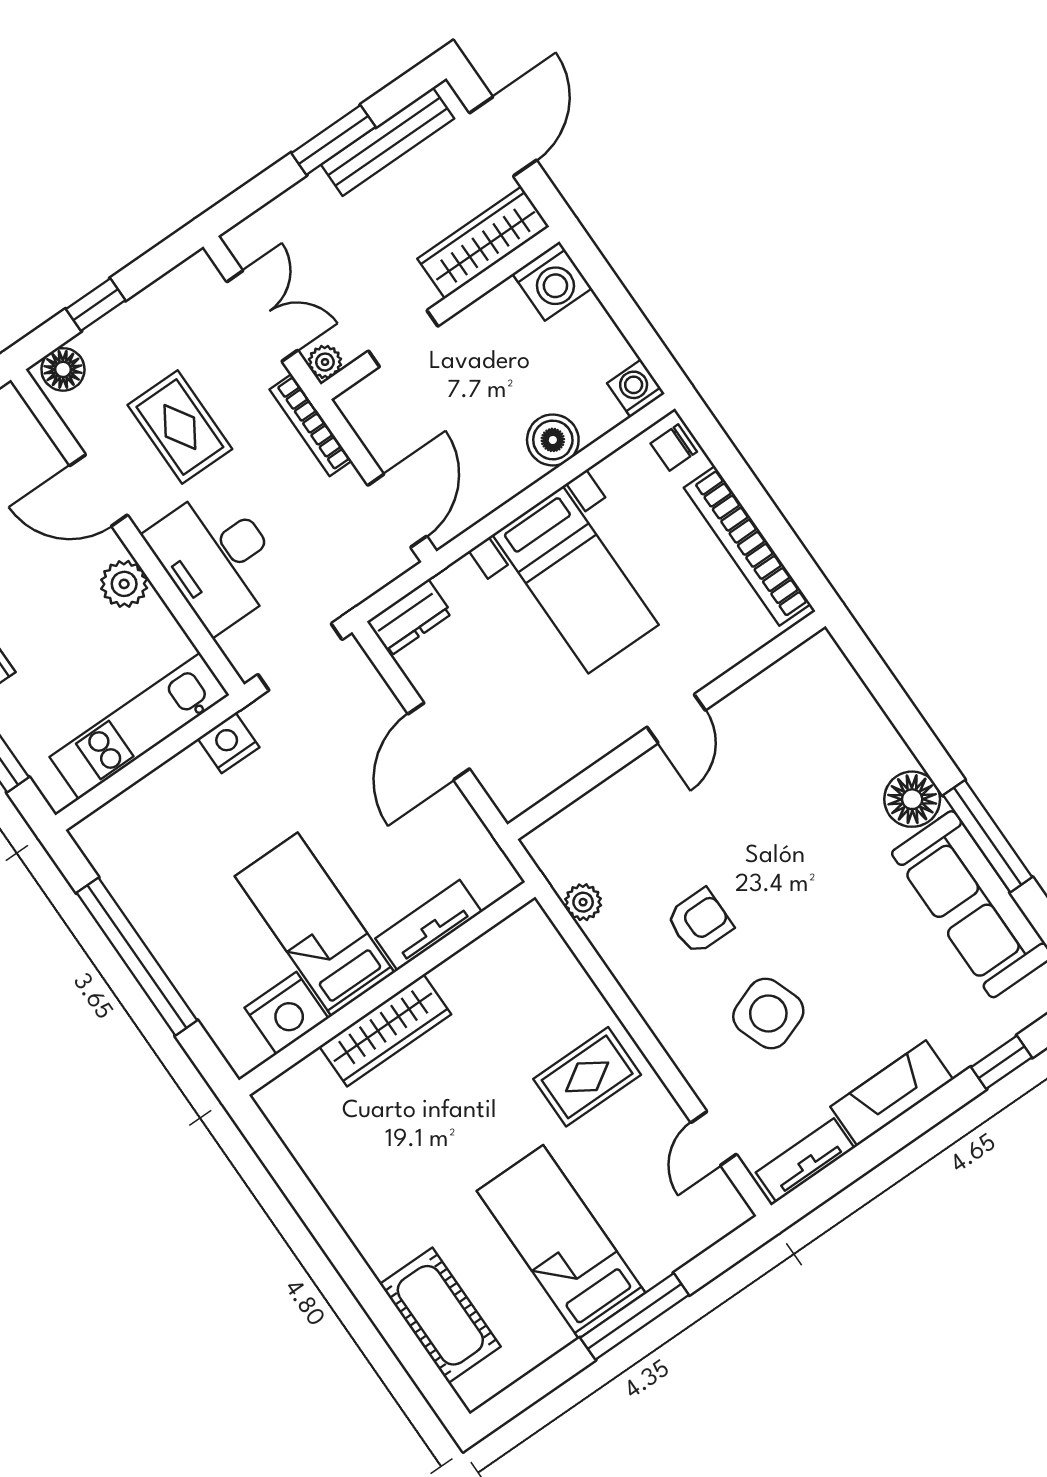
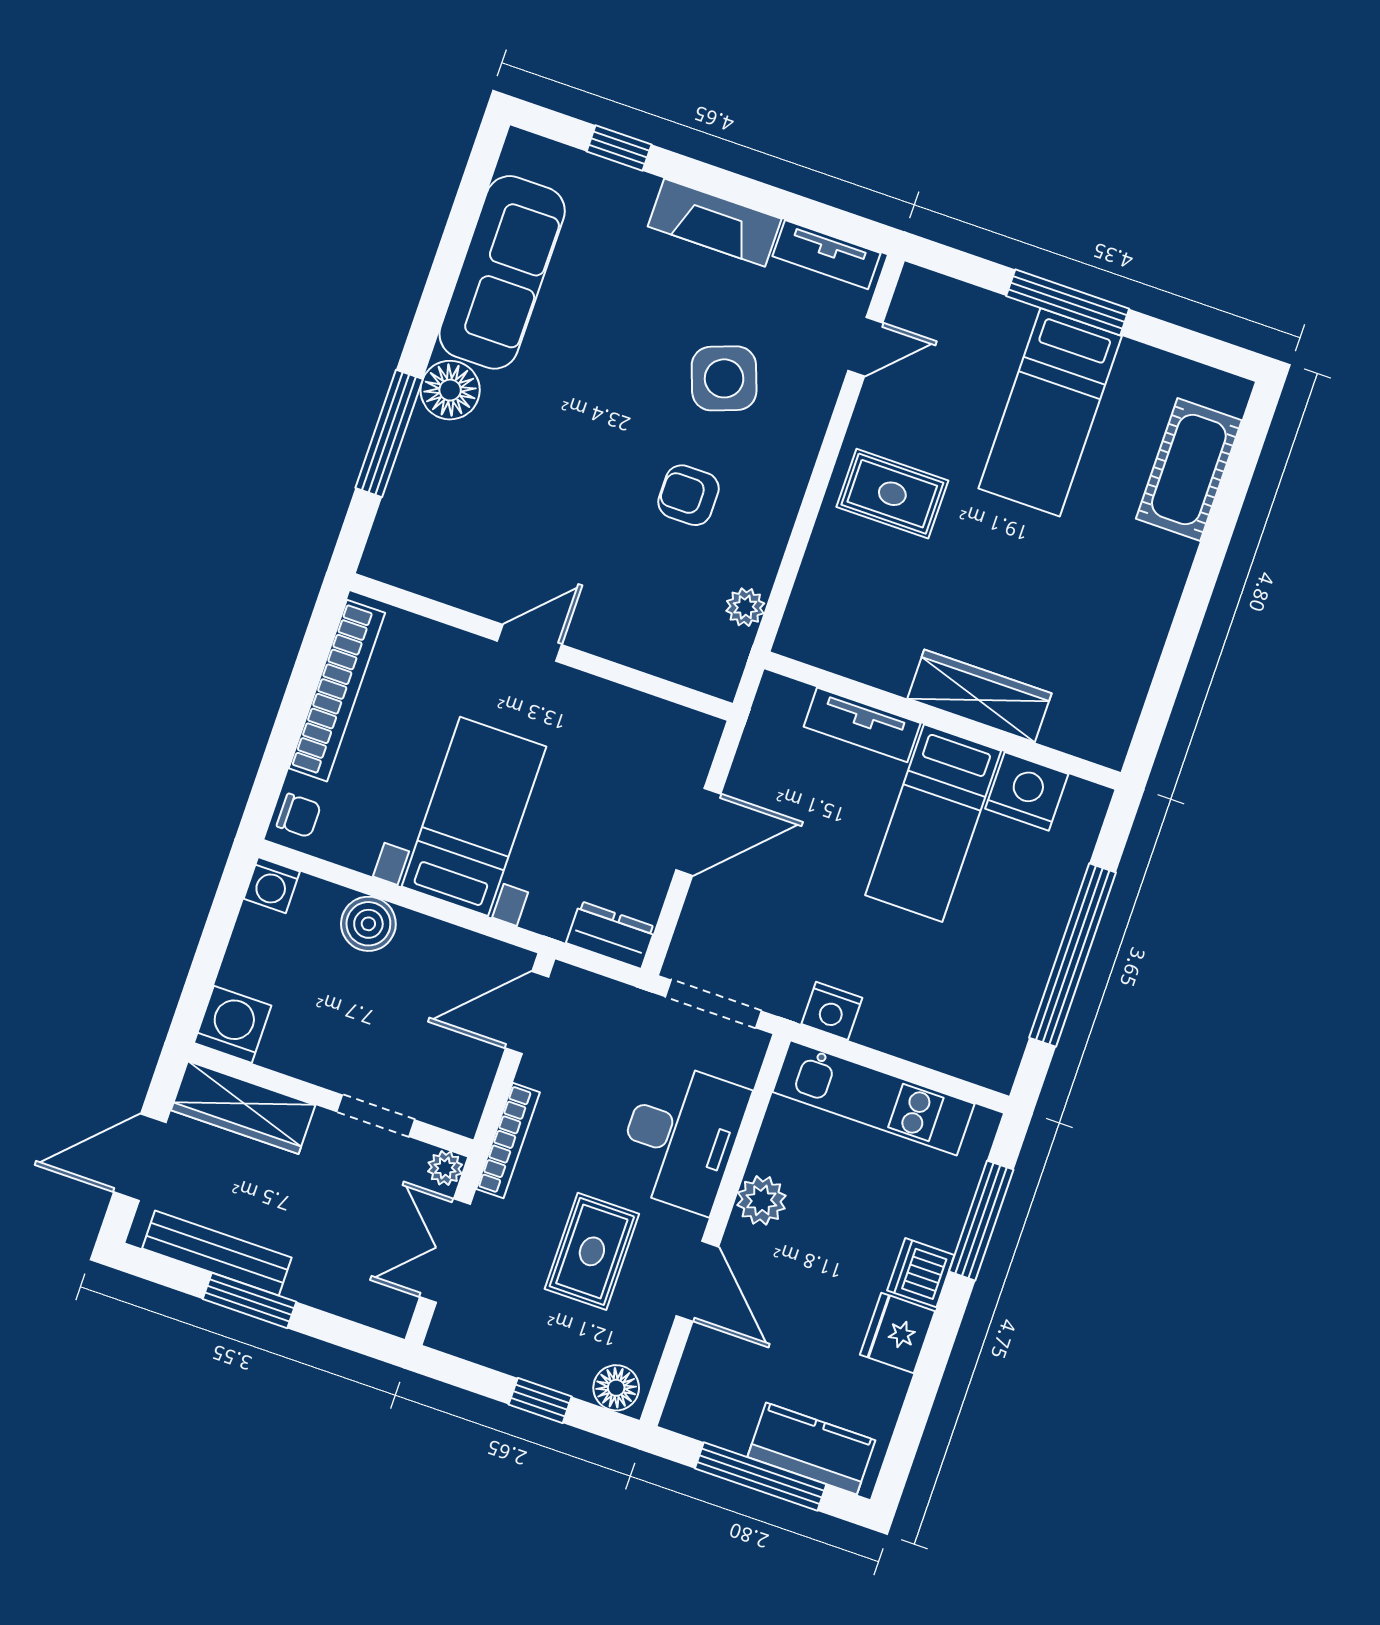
window: (988, 836) -> (389, 434), moved

